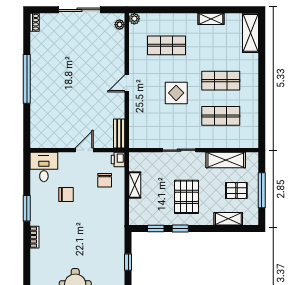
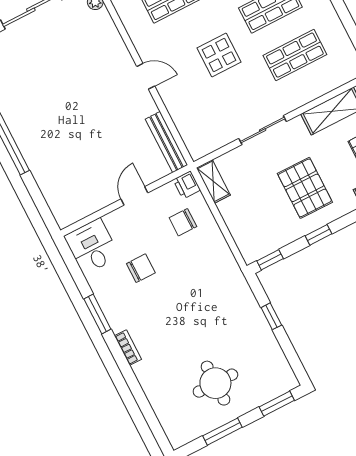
door: (127, 83) -> (146, 76), swing flipped
bench: (119, 134) -> (166, 142), width x1.36
chair: (105, 180) -> (183, 222), turned 90
shelving: (135, 185) -> (213, 181), moved
window: (156, 228) -> (270, 260), moved

